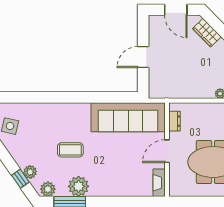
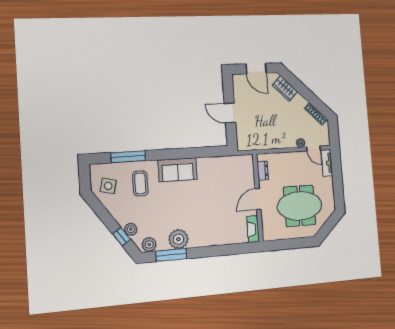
door: (143, 57) -> (230, 113), hinge flipped
window: (32, 97) -> (128, 157), added
sofa: (128, 117) -> (178, 170), moved, width x0.54, depth x0.79
coffee table: (70, 150) -> (140, 183), moved, turned 90

